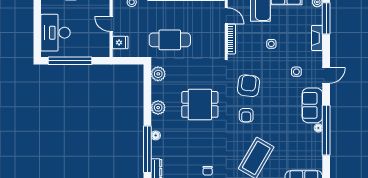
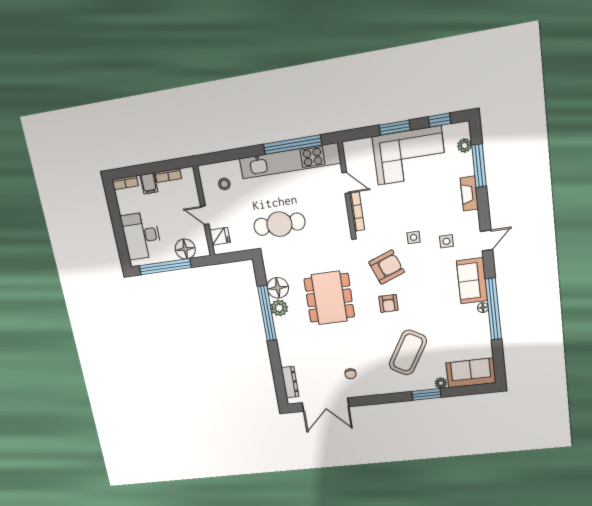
side table: (271, 44) -> (414, 237), moved
floor lamp: (90, 49) -> (185, 249), added
plant: (158, 74) -> (272, 268), removed
armchair: (248, 86) -> (387, 267), turned 62
dining table: (200, 104) -> (329, 298), width x1.37
floor lamp: (156, 135) -> (278, 288), moved, width x1.89, depth x1.89
window: (147, 149) -> (267, 313), moved

